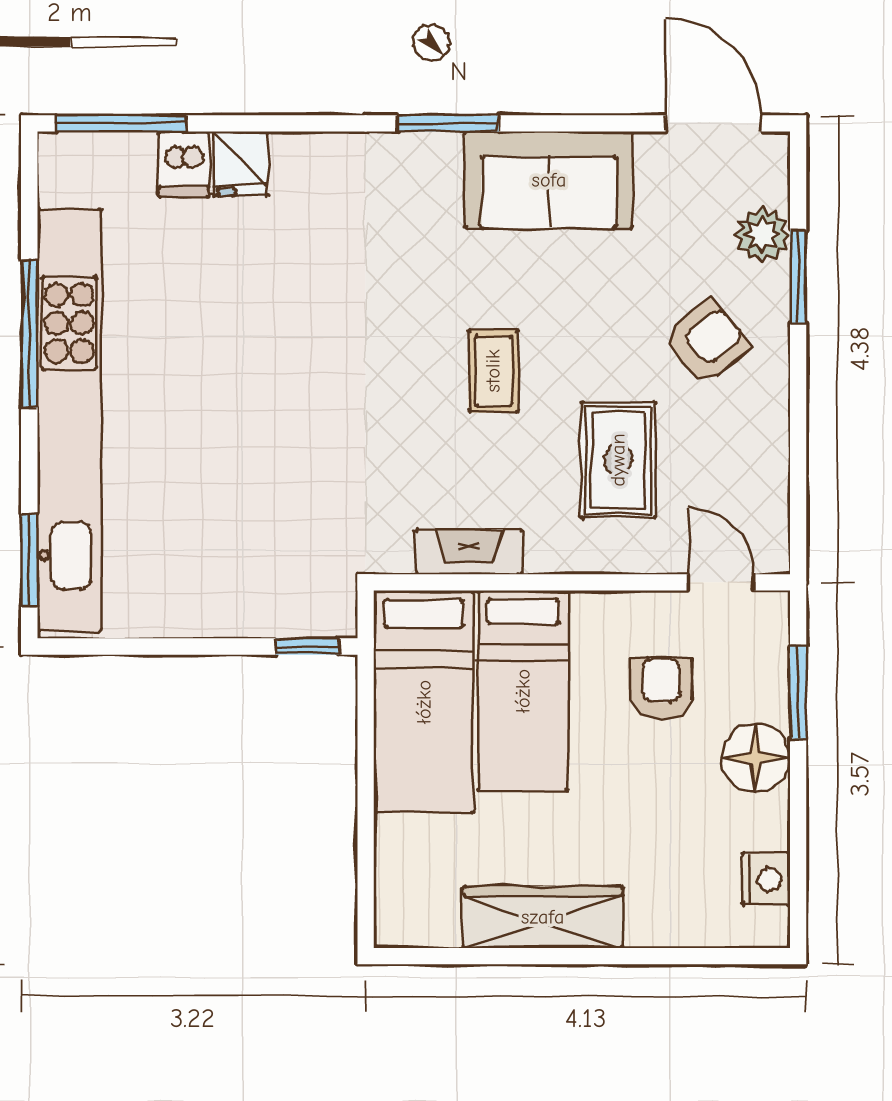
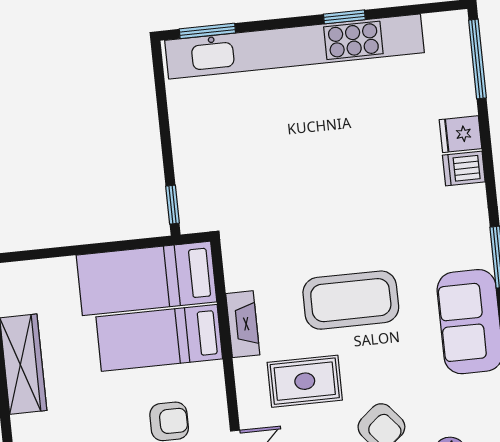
dishwasher: (184, 164) -> (464, 169), moved
window: (29, 334) -> (344, 17), width x0.46
coffee table: (493, 371) -> (351, 300), width x1.86, depth x1.72
fireplace: (469, 552) -> (243, 324), moved

